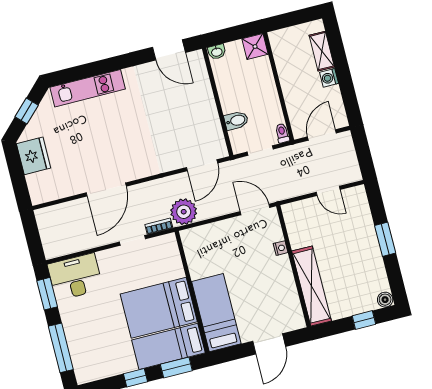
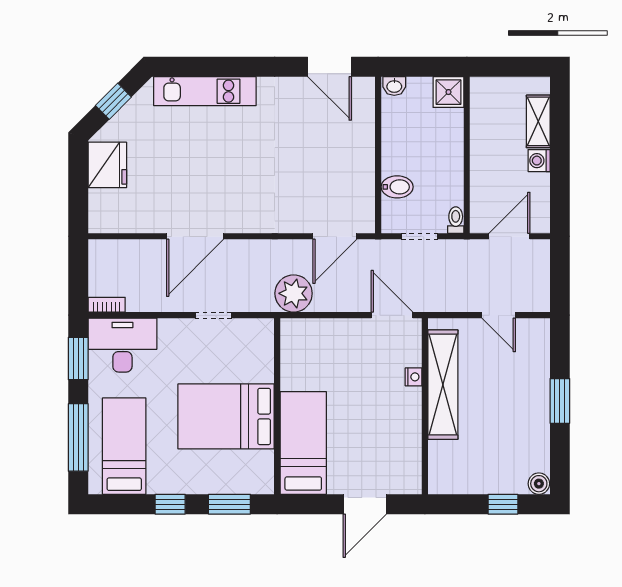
bookcase: (159, 226) -> (107, 305), moved
shelving: (311, 286) -> (443, 385), moved
bed: (168, 346) -> (124, 446), moved, turned 90

